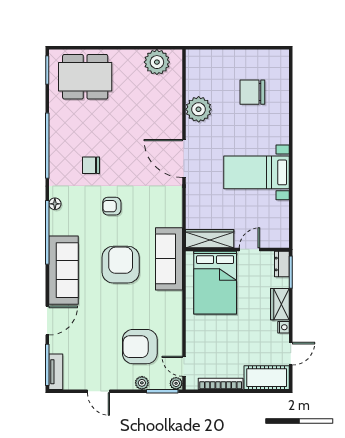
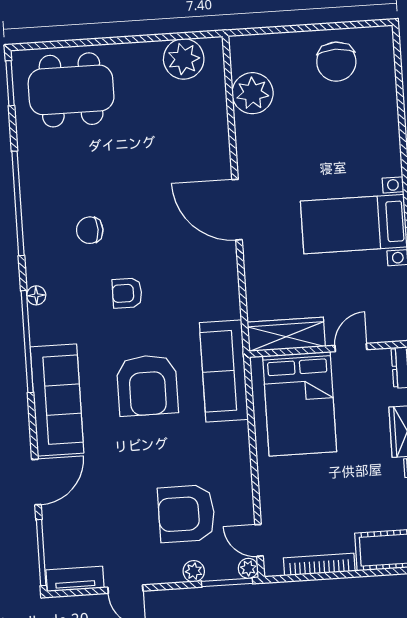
chair: (252, 92) -> (336, 62), moved, turned -90
plant: (199, 109) -> (253, 93), moved
armchair: (121, 265) -> (147, 385), turned 180
tv unit: (56, 372) -> (75, 579), moved, turned -90

